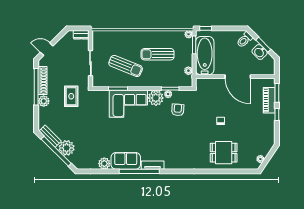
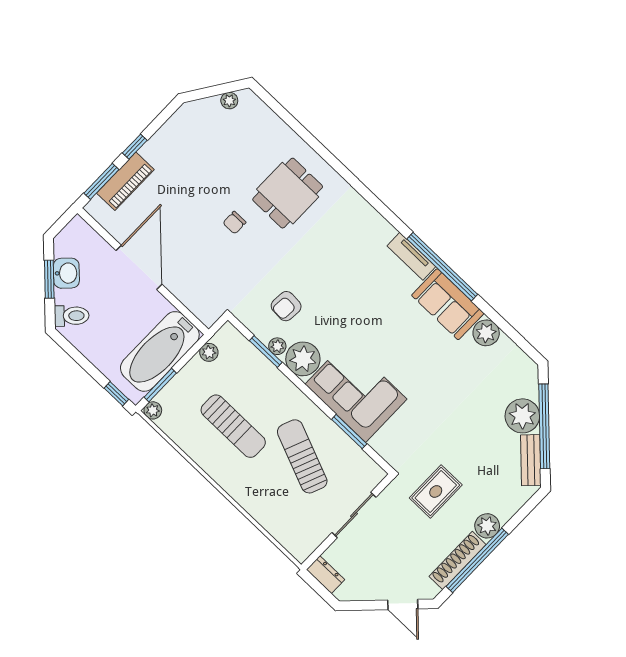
dining table: (224, 153) -> (288, 193), moved, turned 90

